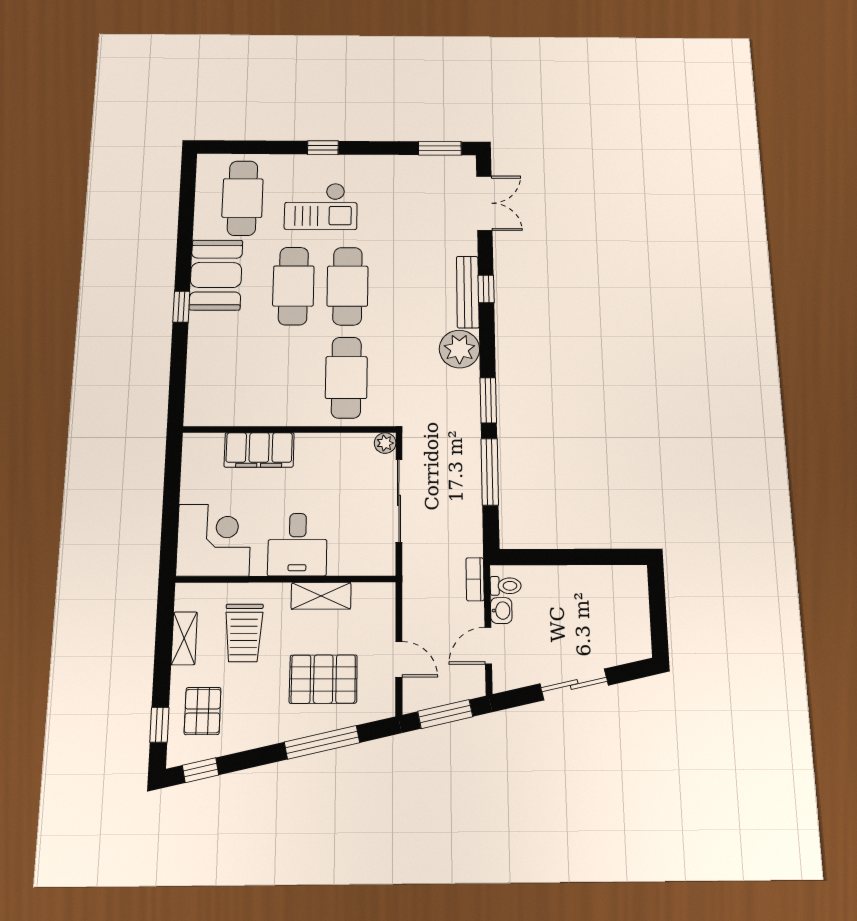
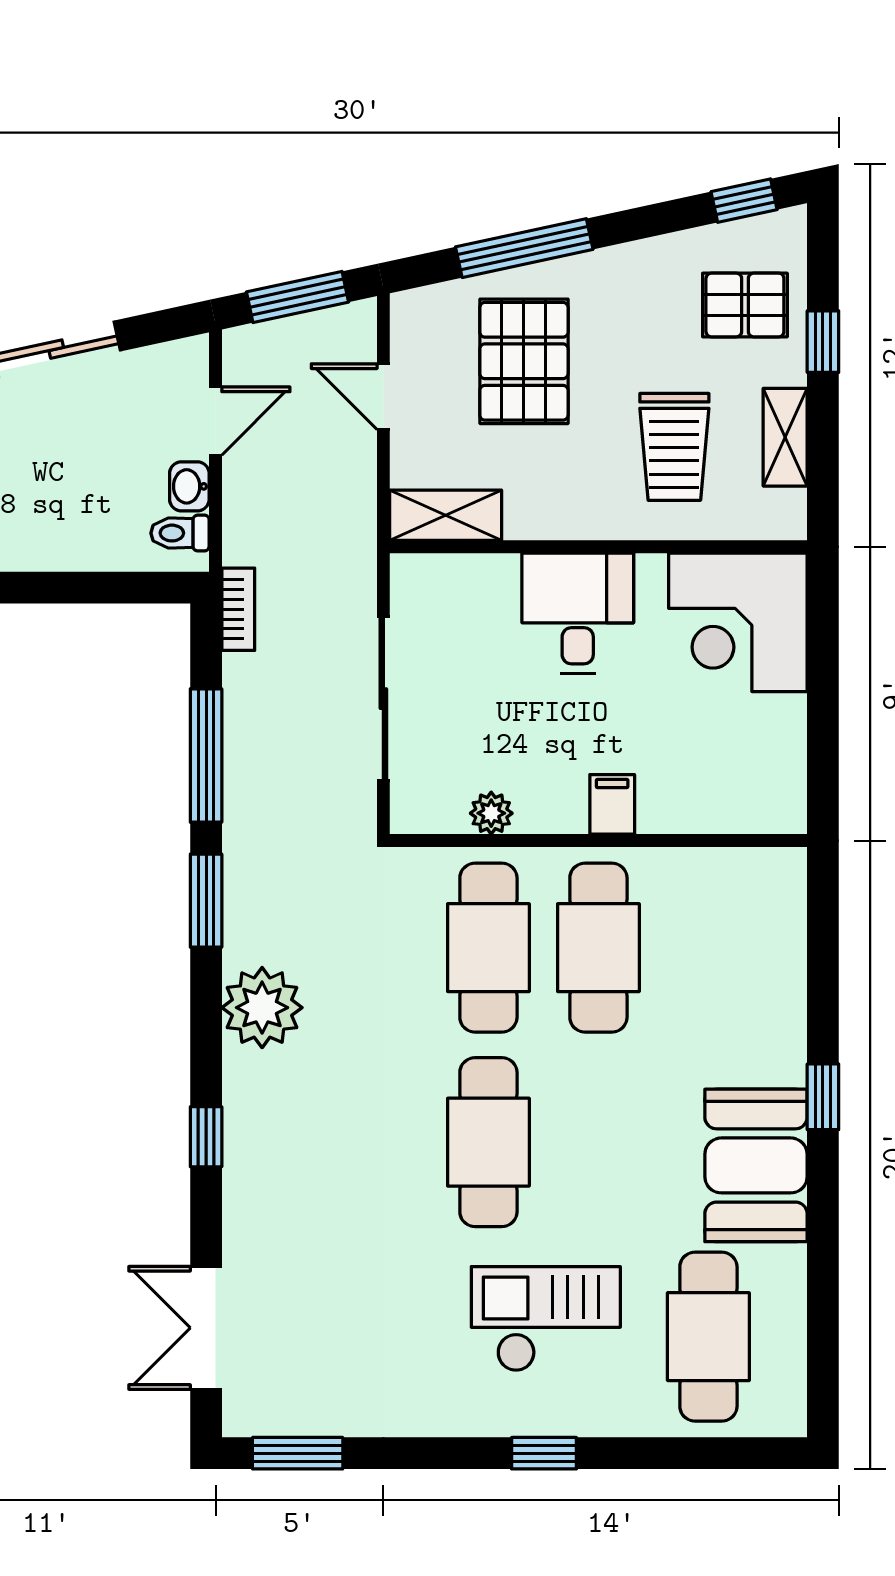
cafe table: (293, 286) -> (598, 948), moved
bench: (468, 292) -> (244, 1130), removed
plant: (385, 443) -> (491, 813), moved
filing cabinet: (259, 450) -> (612, 804), width x0.33, depth x0.86
bookcase: (475, 579) -> (238, 609), moved
shelving: (321, 596) -> (446, 515), moved
trolley: (244, 633) -> (674, 447), turned 180
pallet: (323, 679) -> (524, 361), turned 90
pallet: (203, 711) -> (745, 305), turned 90
window: (159, 725) -> (823, 342), moved

